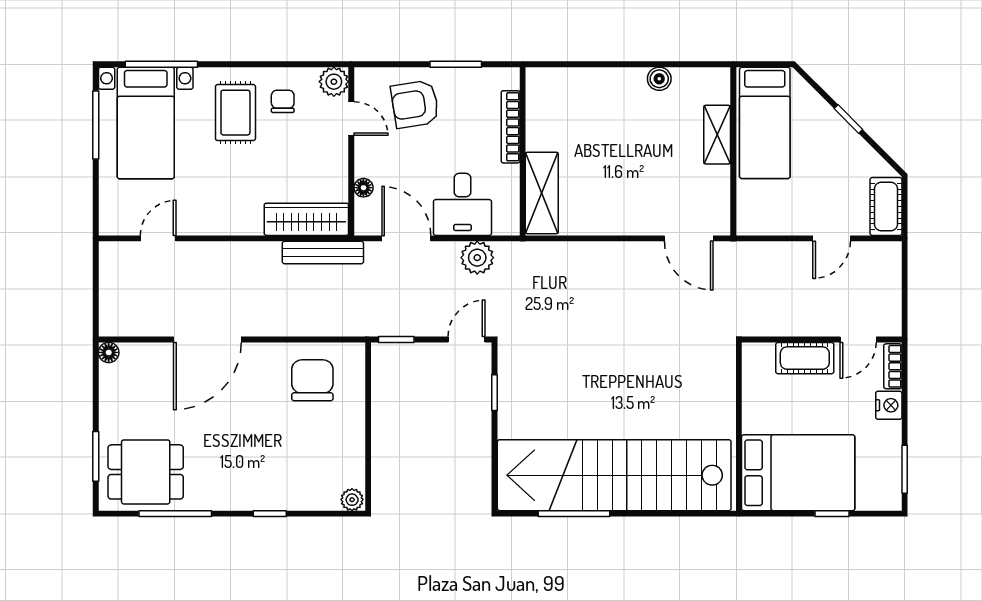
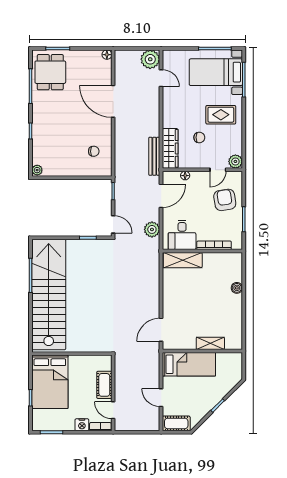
boiler: (659, 79) -> (237, 288), moved
chair: (283, 101) -> (199, 137), moved
bed: (765, 123) -> (189, 364), moved, turned 180
desk: (462, 204) -> (182, 235), moved, turned -90
plant: (119, 261) -> (150, 59), added
chair: (312, 380) -> (94, 151), width x0.54, depth x0.54

